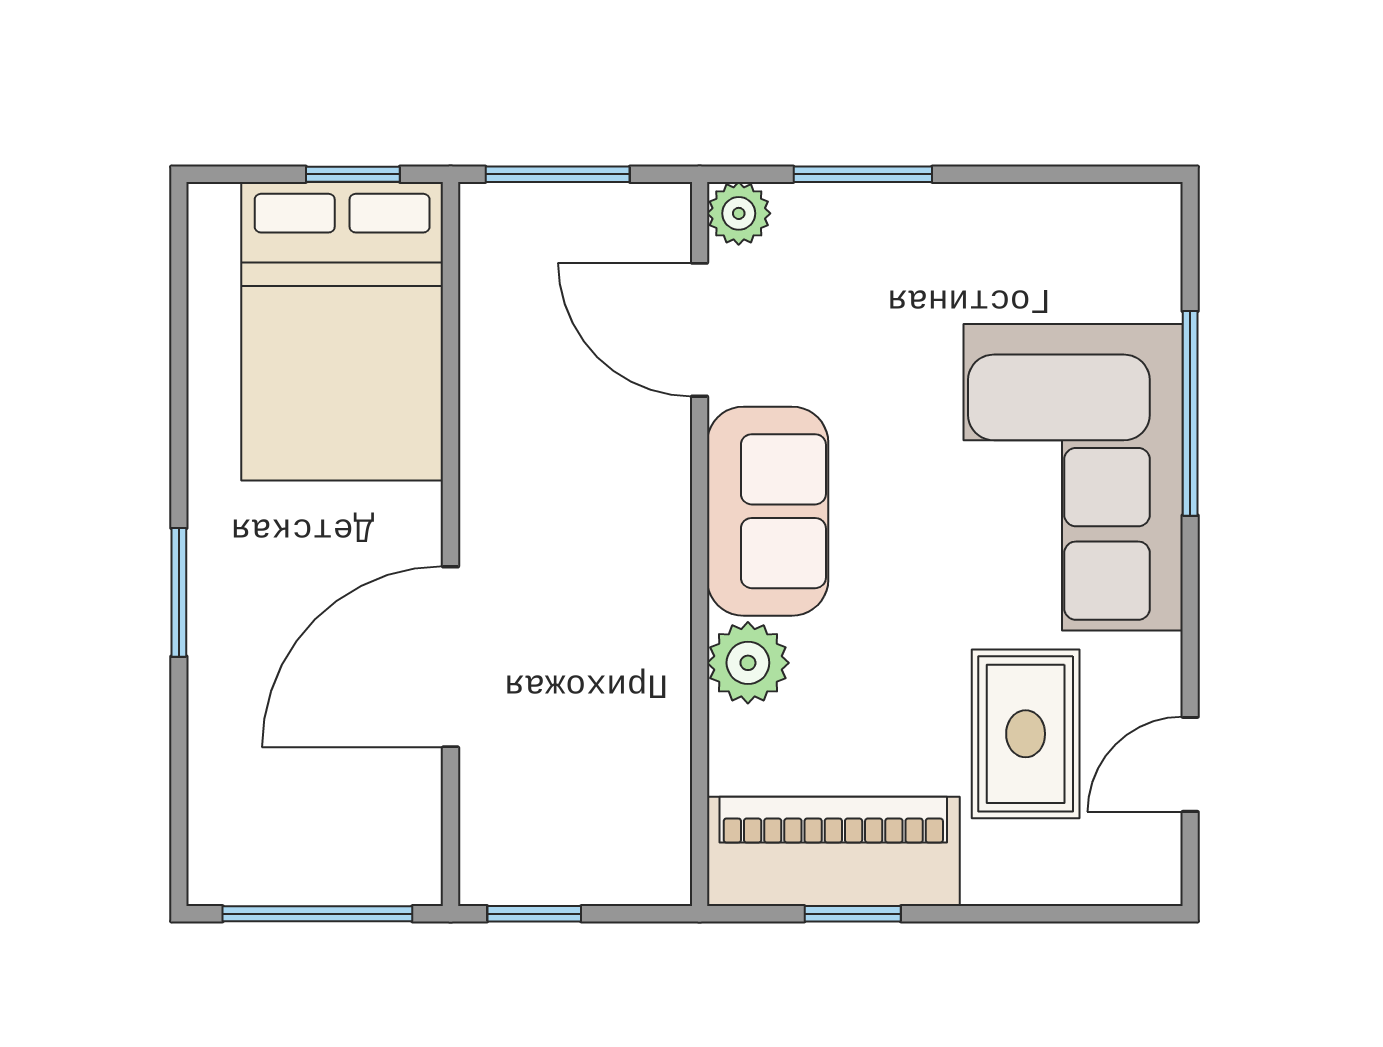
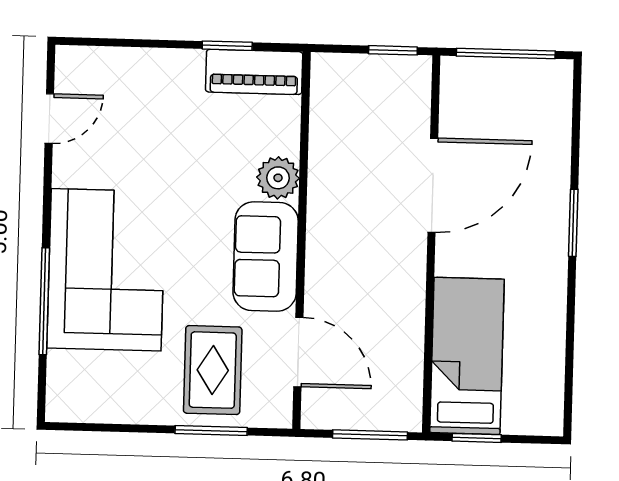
plant: (739, 213) -> (276, 412), removed
bed: (342, 331) -> (467, 356), width x0.67
rug: (1026, 734) -> (213, 370), moved
piano: (833, 851) -> (254, 72), width x0.73, depth x0.75

